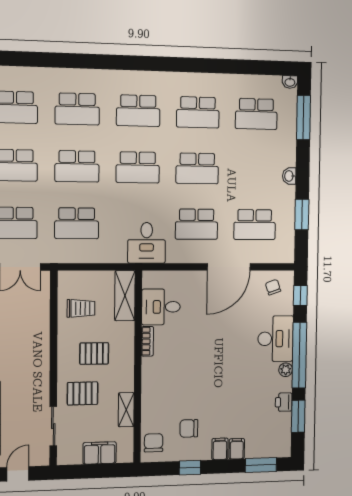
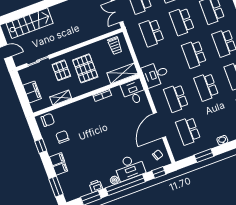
door: (229, 267) -> (159, 125), hinge flipped
desk: (161, 307) -> (134, 92), moved
trolley: (81, 308) -> (115, 46), moved
pallet: (94, 353) -> (85, 68), width x1.50, depth x1.42

